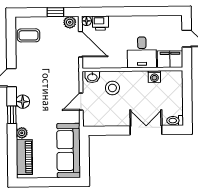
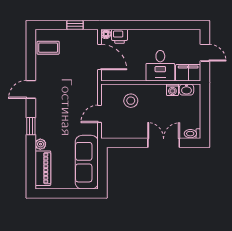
plant: (70, 22) -> (89, 35), removed
washbasin: (92, 77) -> (186, 90), moved
floor lamp: (23, 102) -> (42, 113), removed

